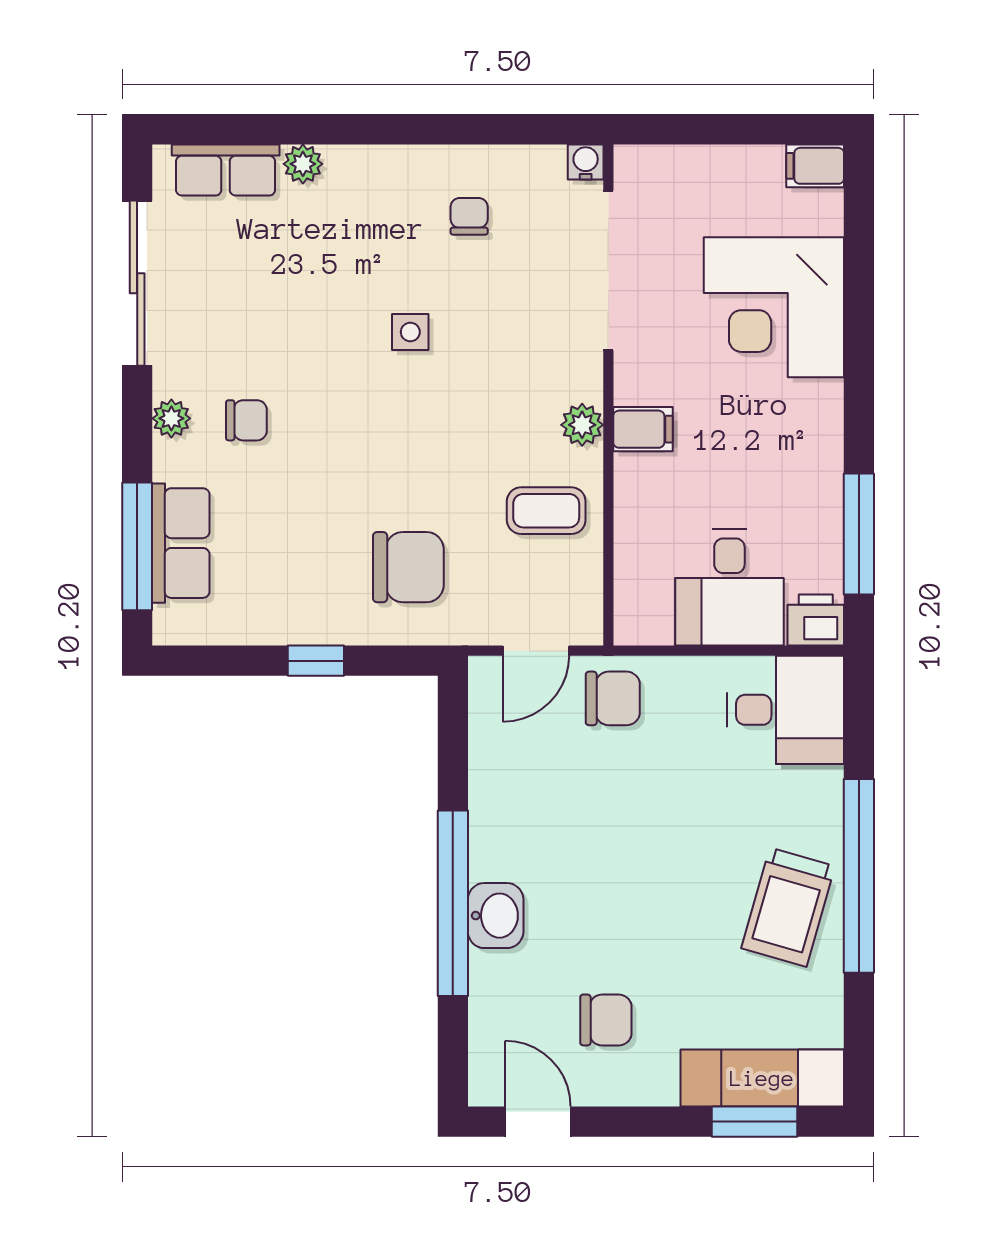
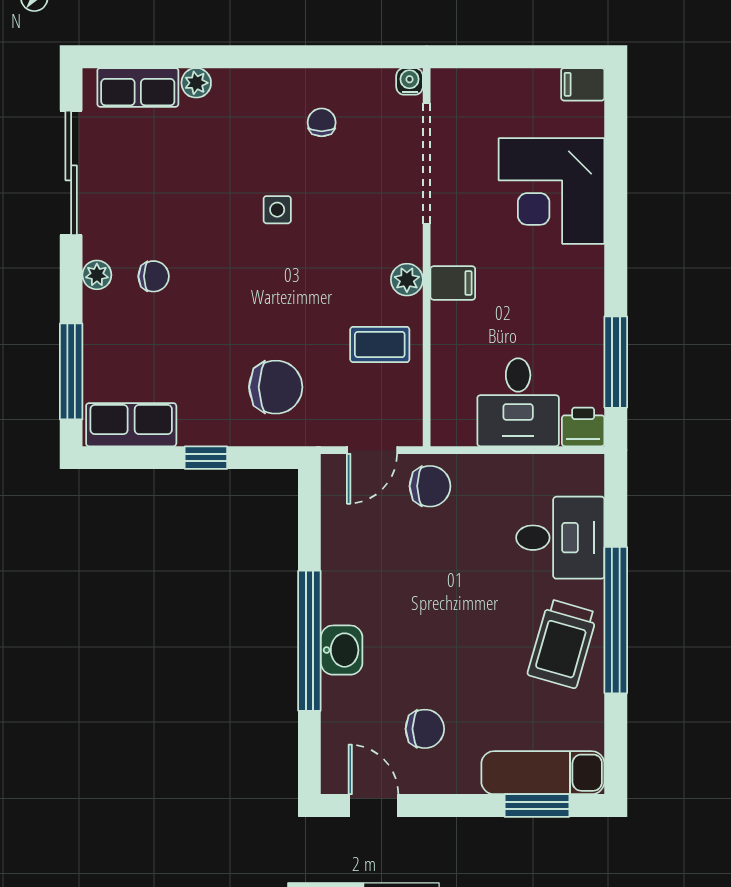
row of seats: (181, 543) -> (131, 425), moved, turned -90
desk: (785, 710) -> (560, 538), moved

